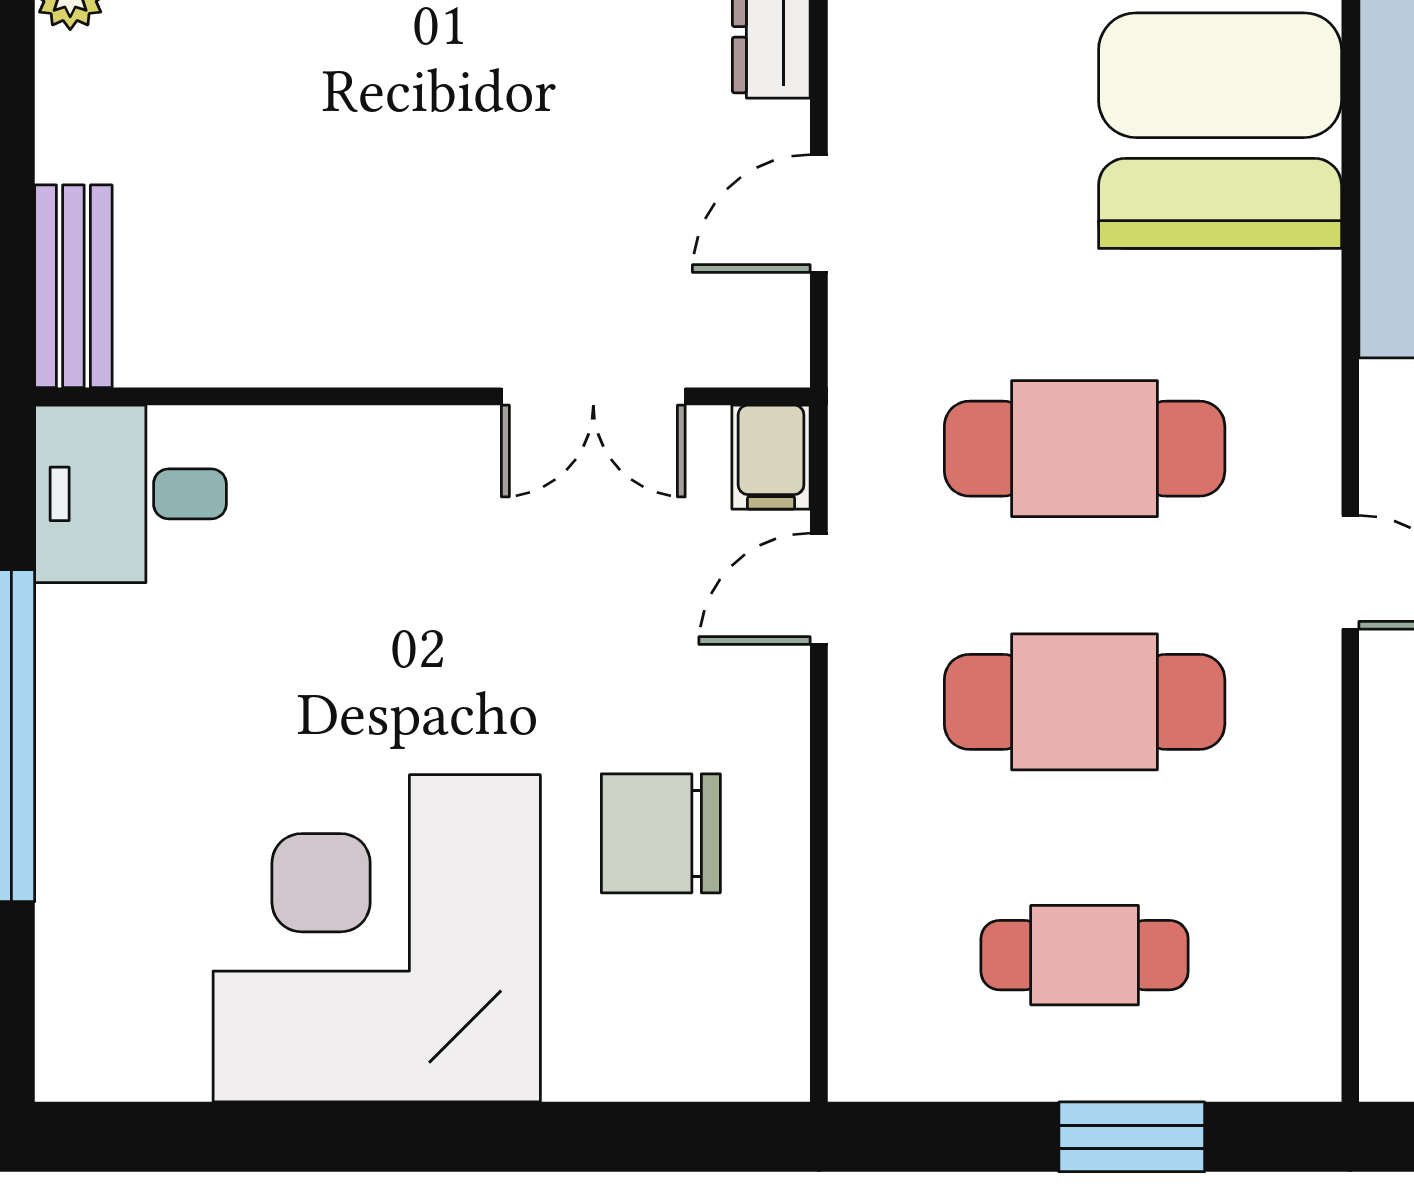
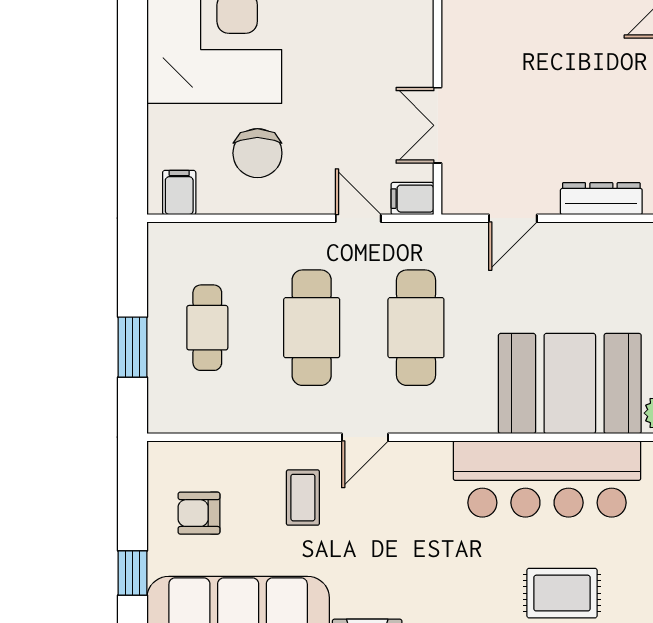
door: (819, 214) -> (513, 218), swing flipped
chair: (661, 833) -> (257, 153), turned 180
filing cabinet: (756, 1023) -> (179, 193), added

